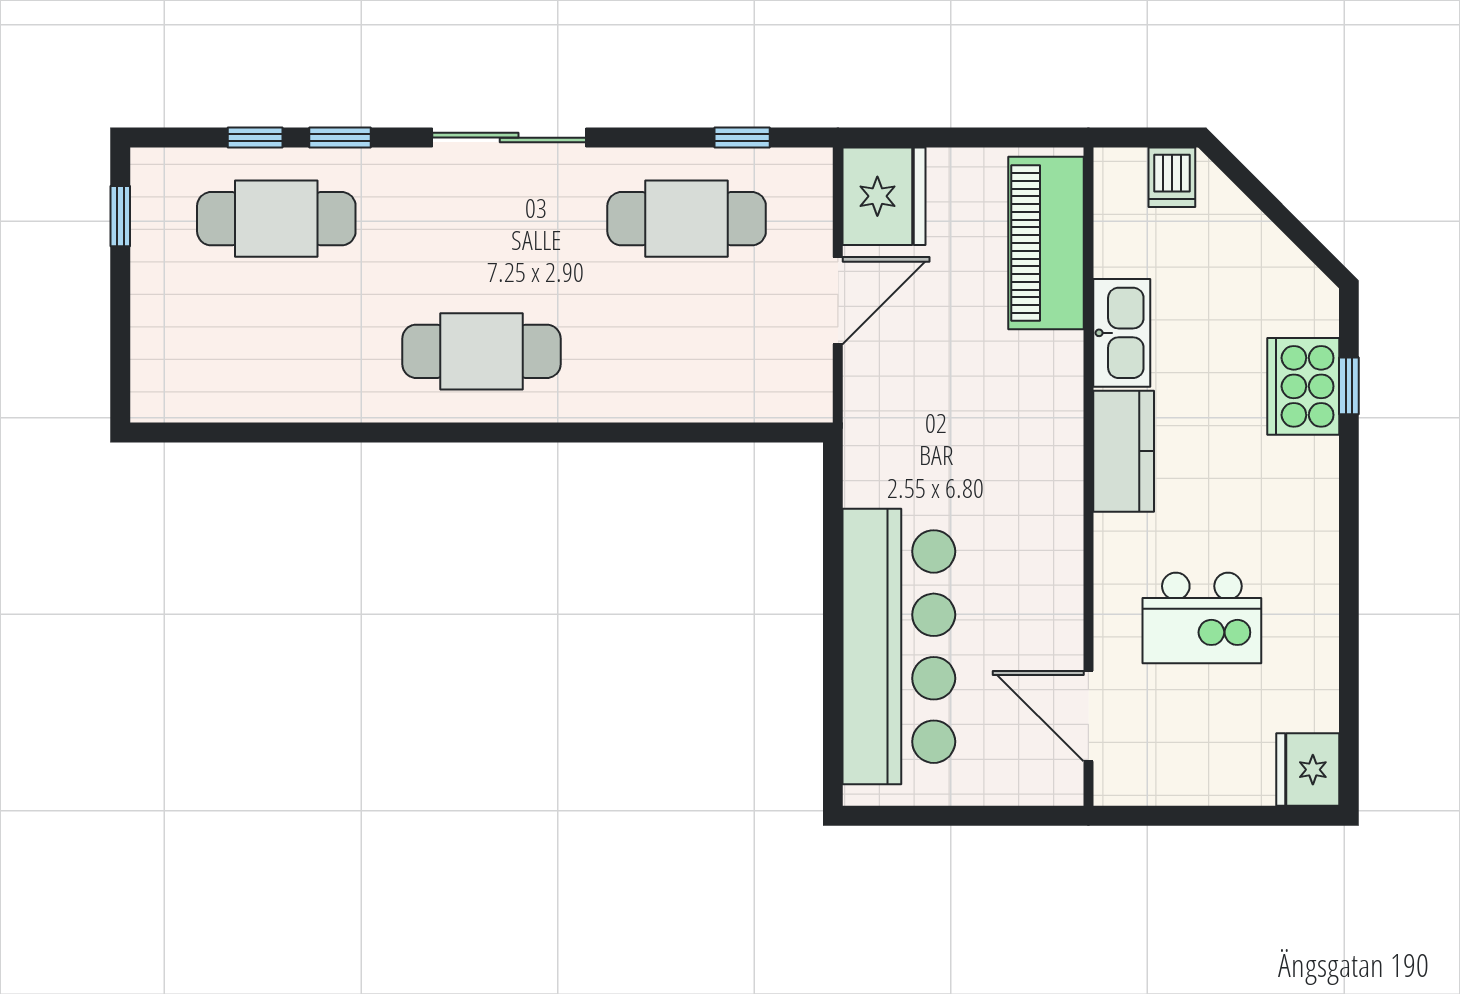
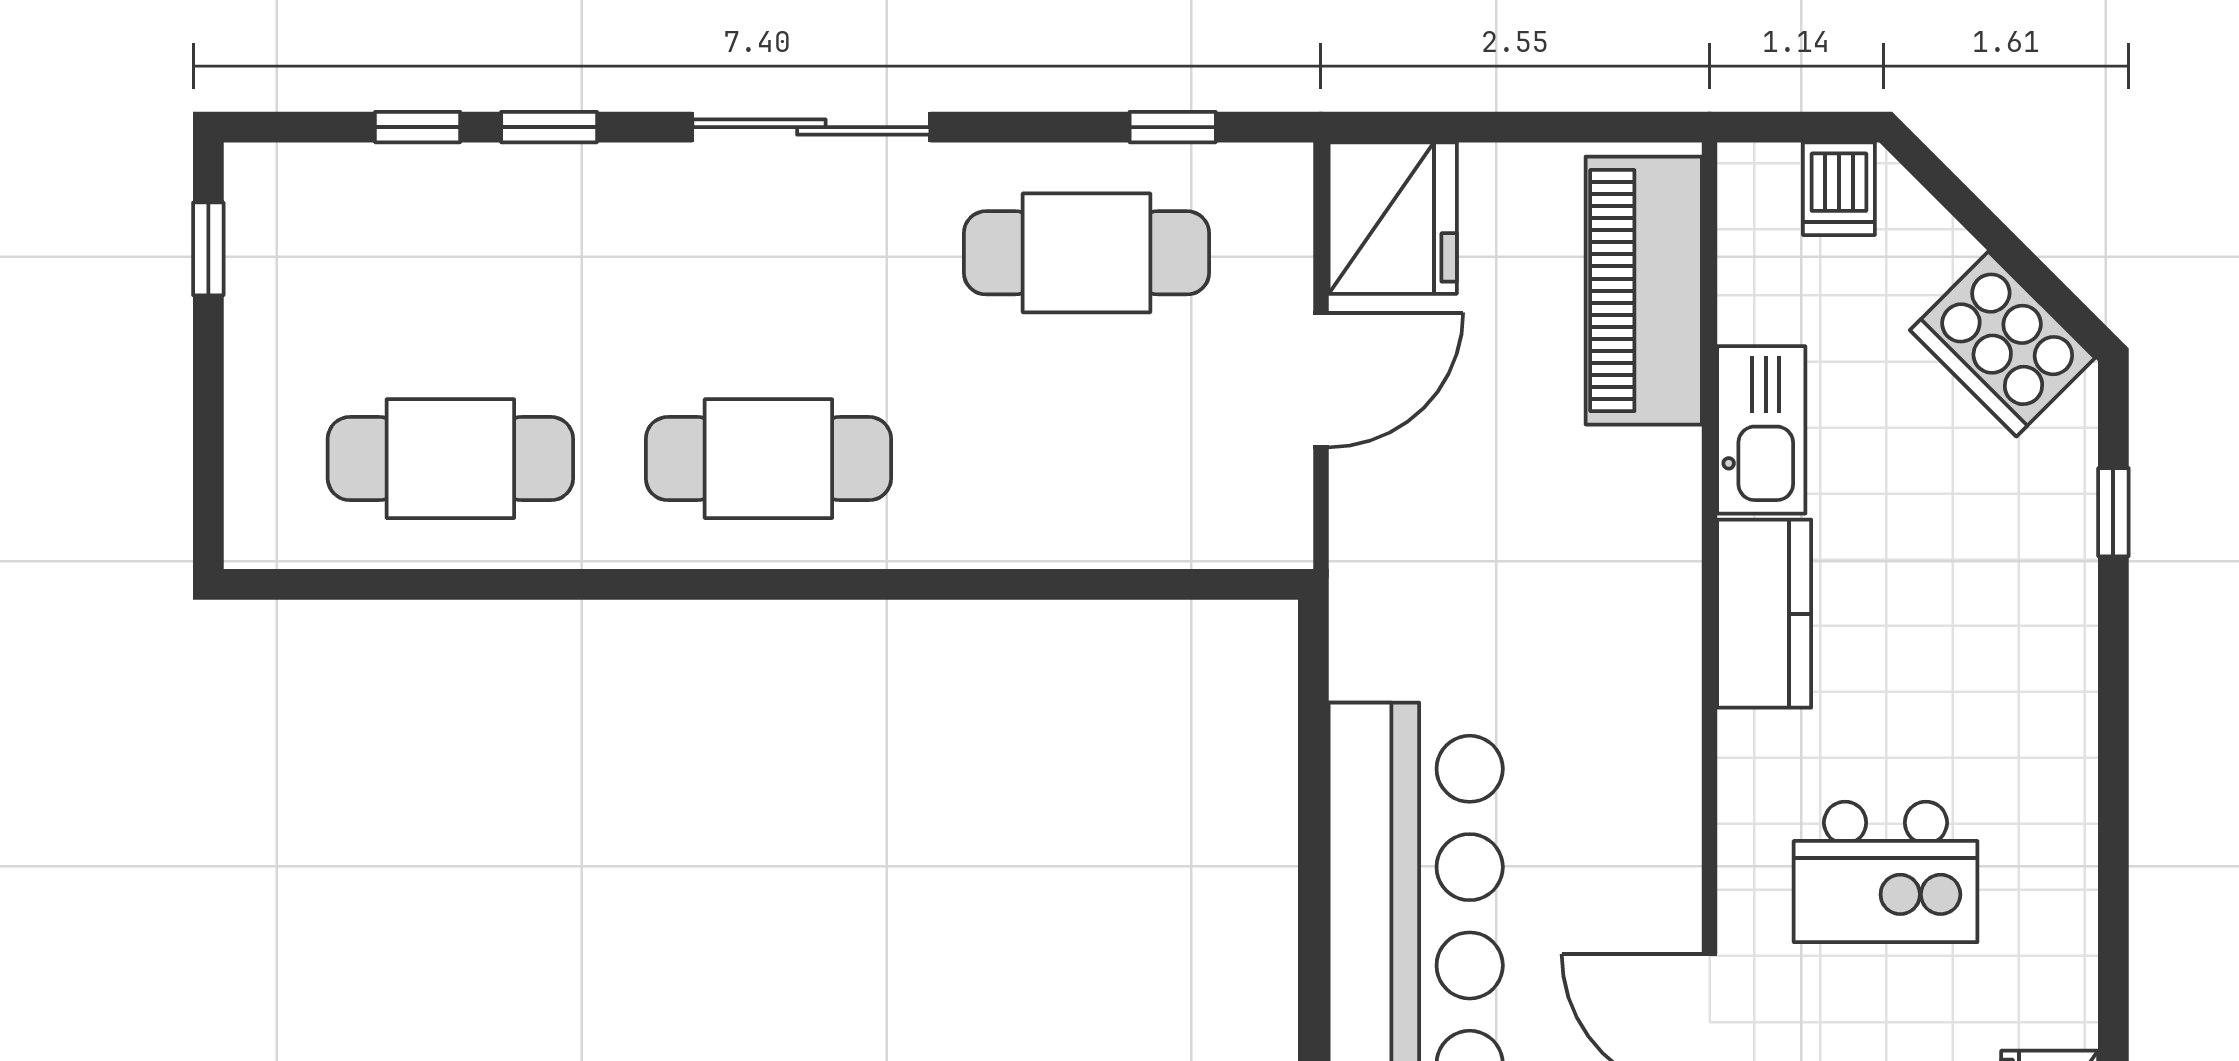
cafe table: (276, 219) -> (450, 459), moved
cooker: (1303, 386) -> (2002, 344), moved, turned -45

